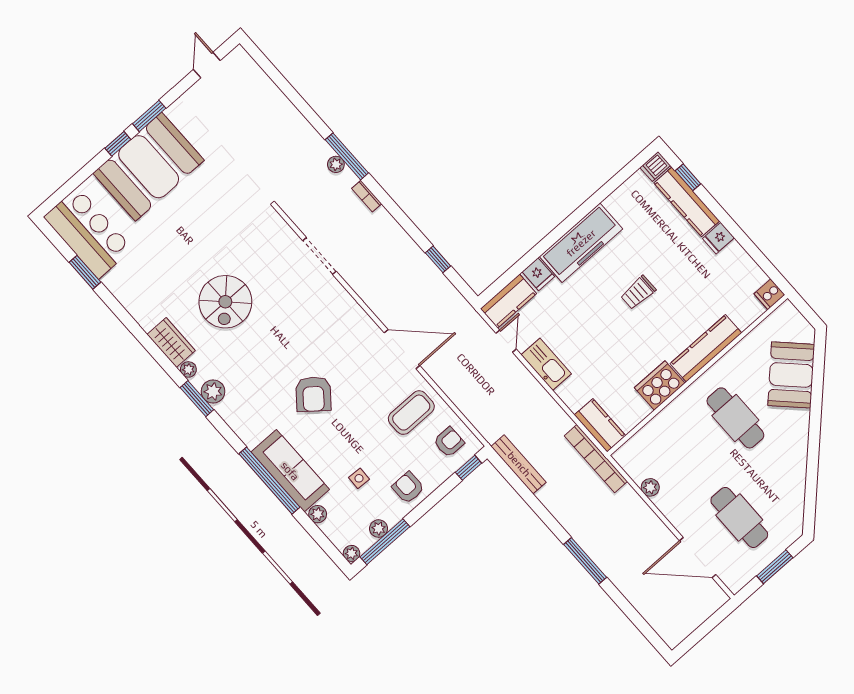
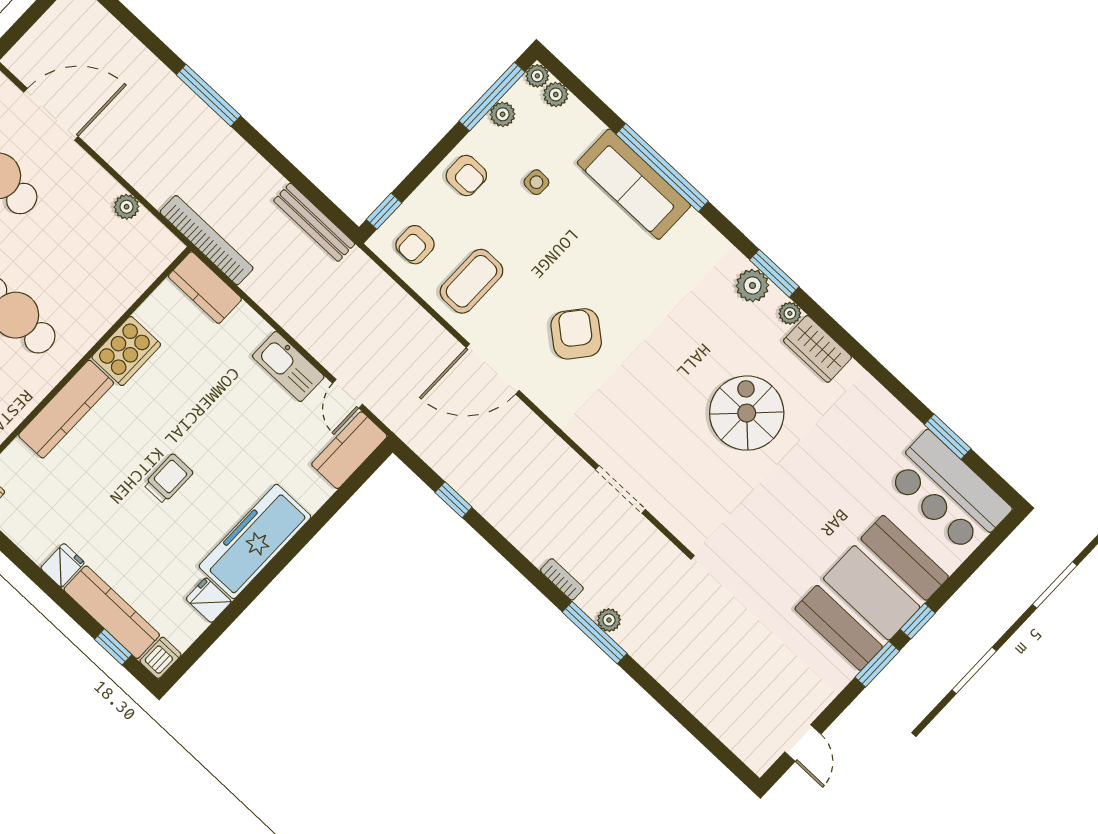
fridge: (538, 274) -> (209, 600), moved
armchair: (313, 394) -> (576, 334), moved
plant: (318, 514) -> (556, 95), moved

